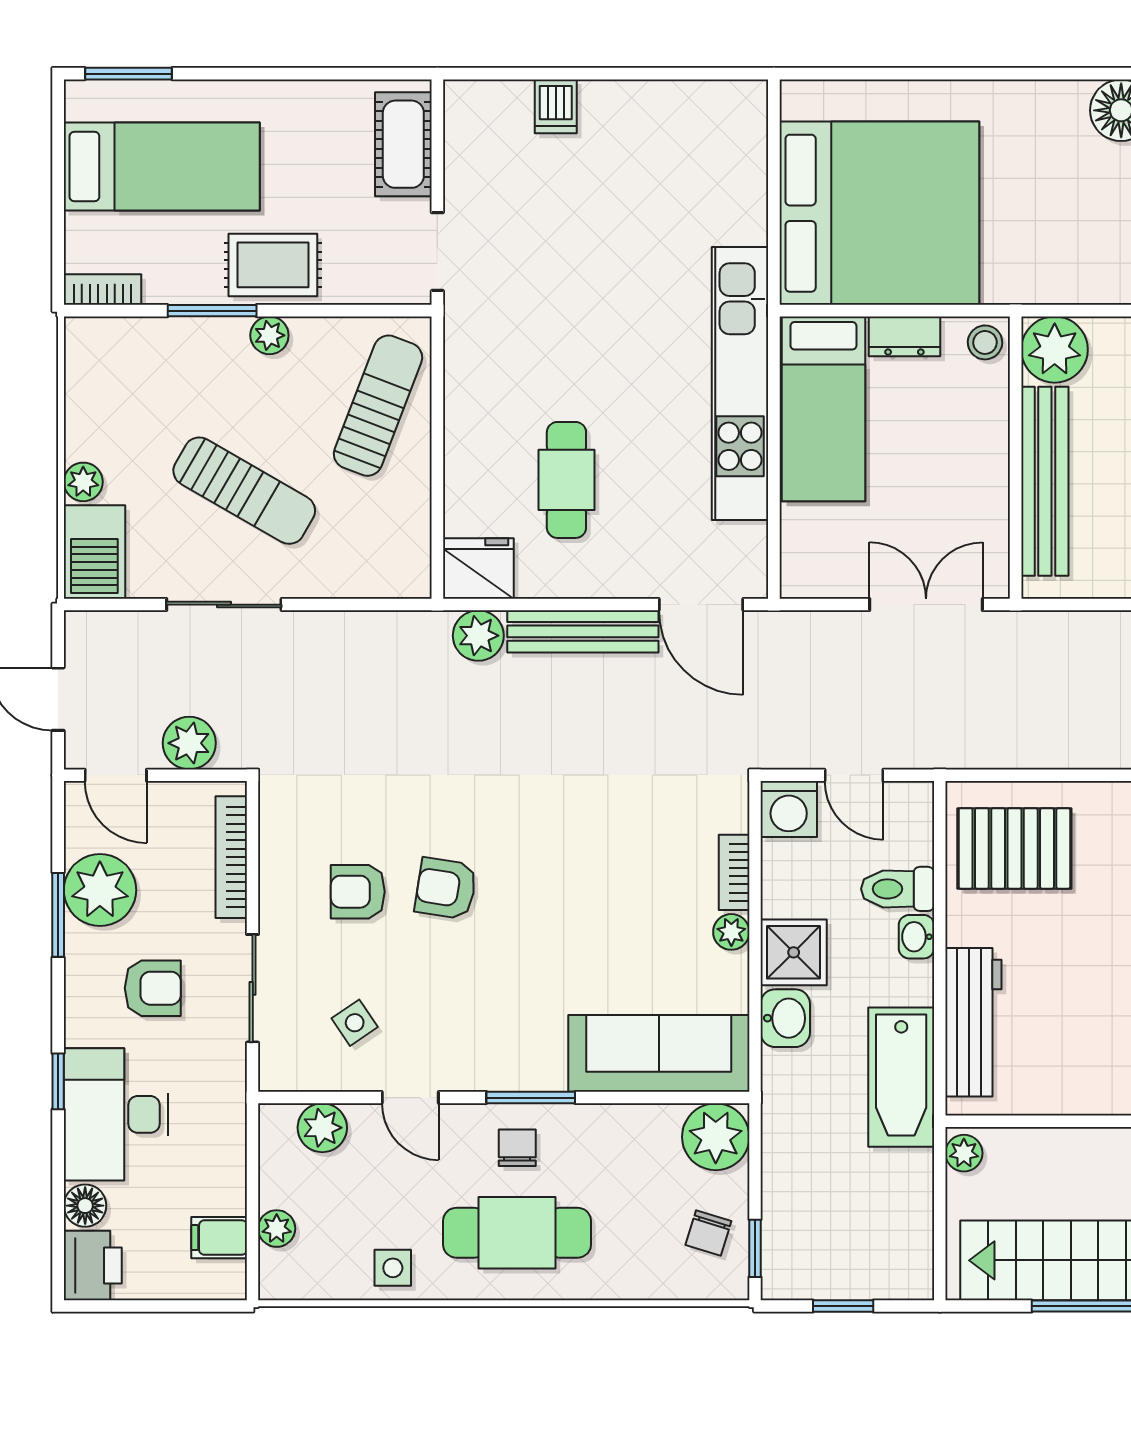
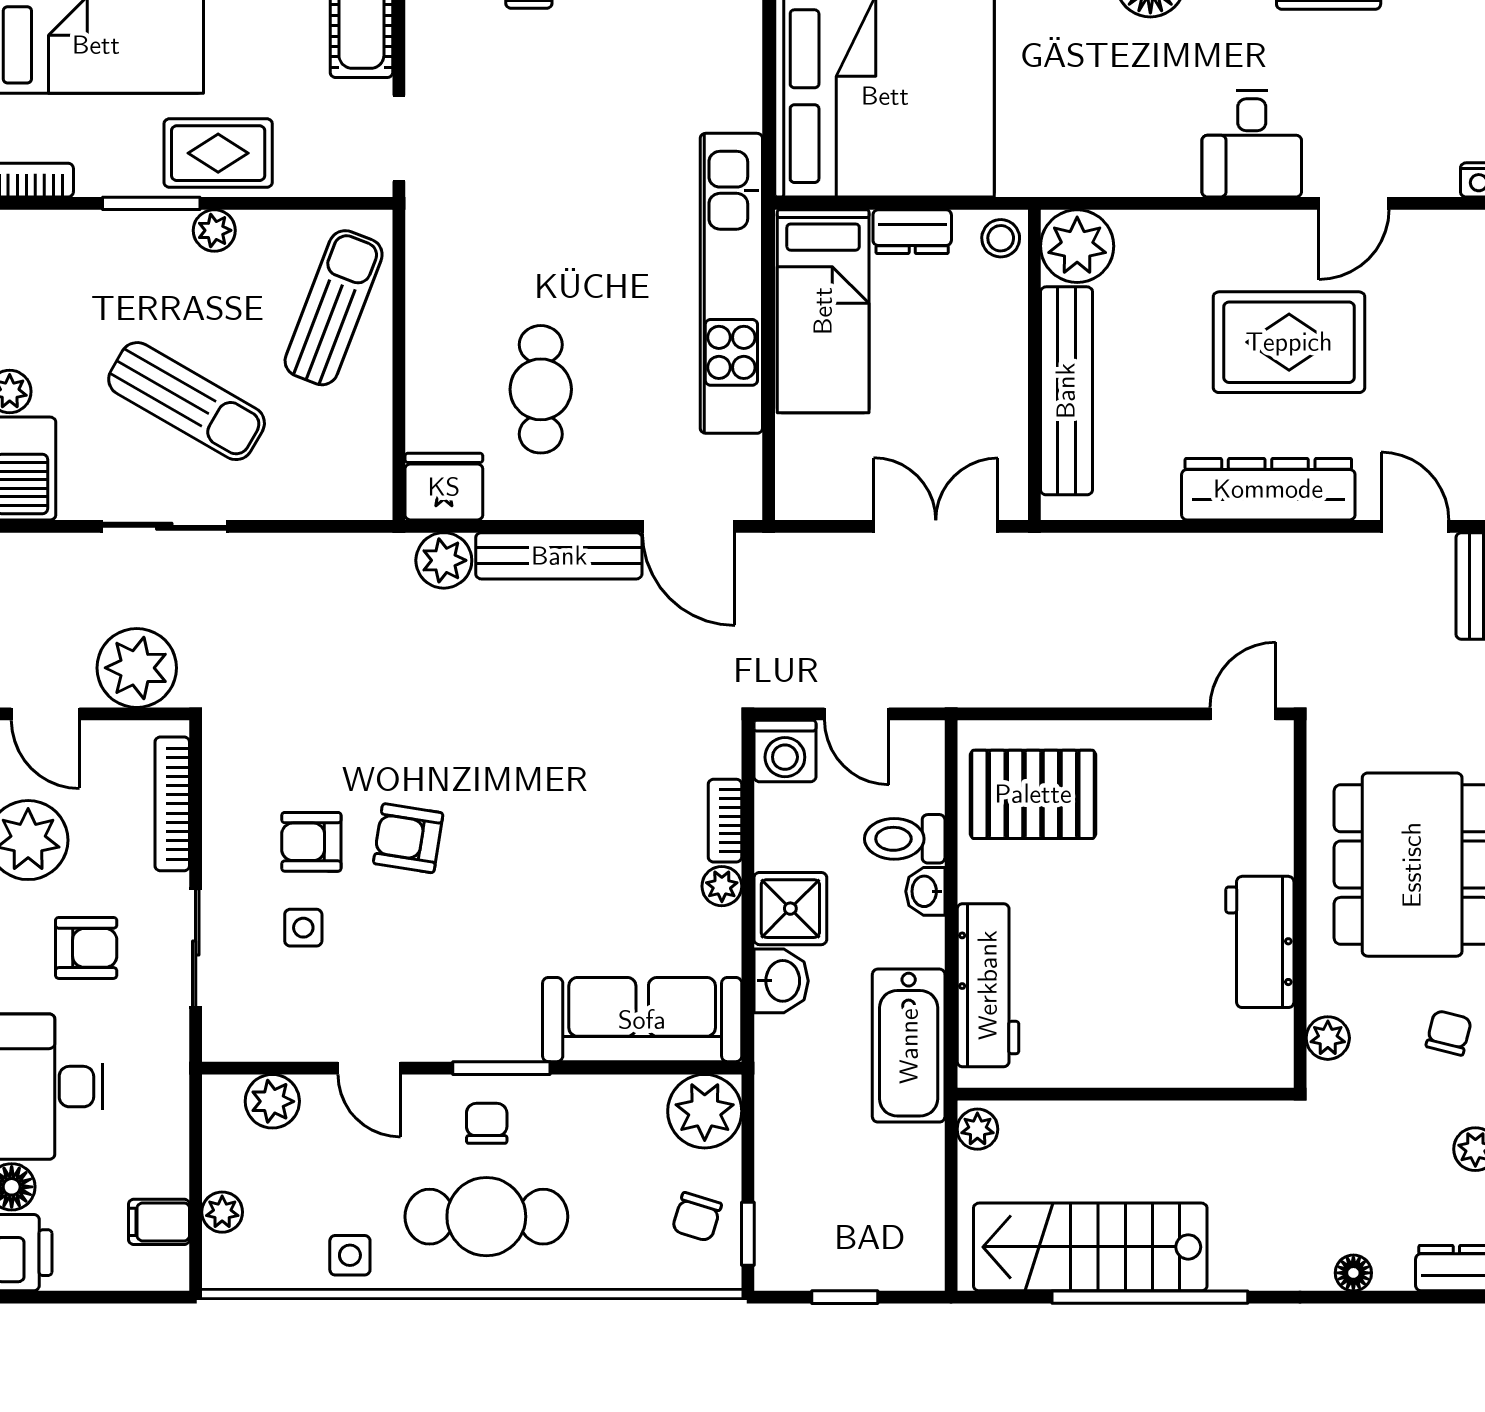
plant: (189, 743) -> (137, 668), width x1.36, depth x1.36
side table: (355, 1023) -> (303, 928), moved, turned 34

